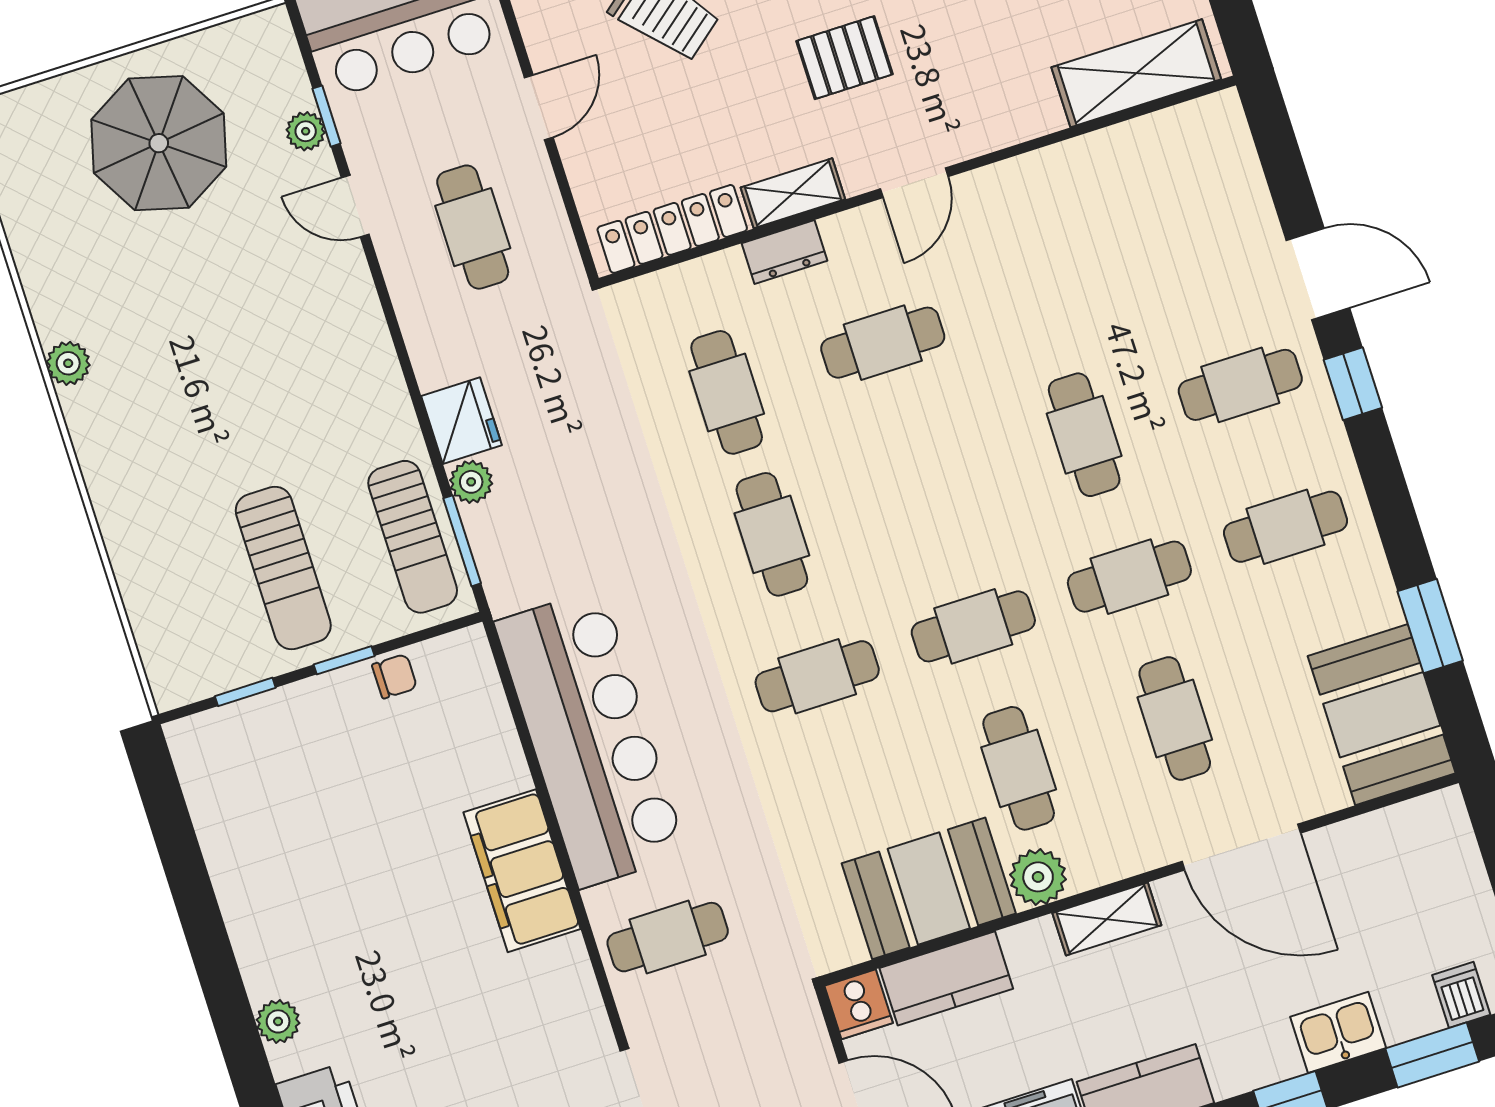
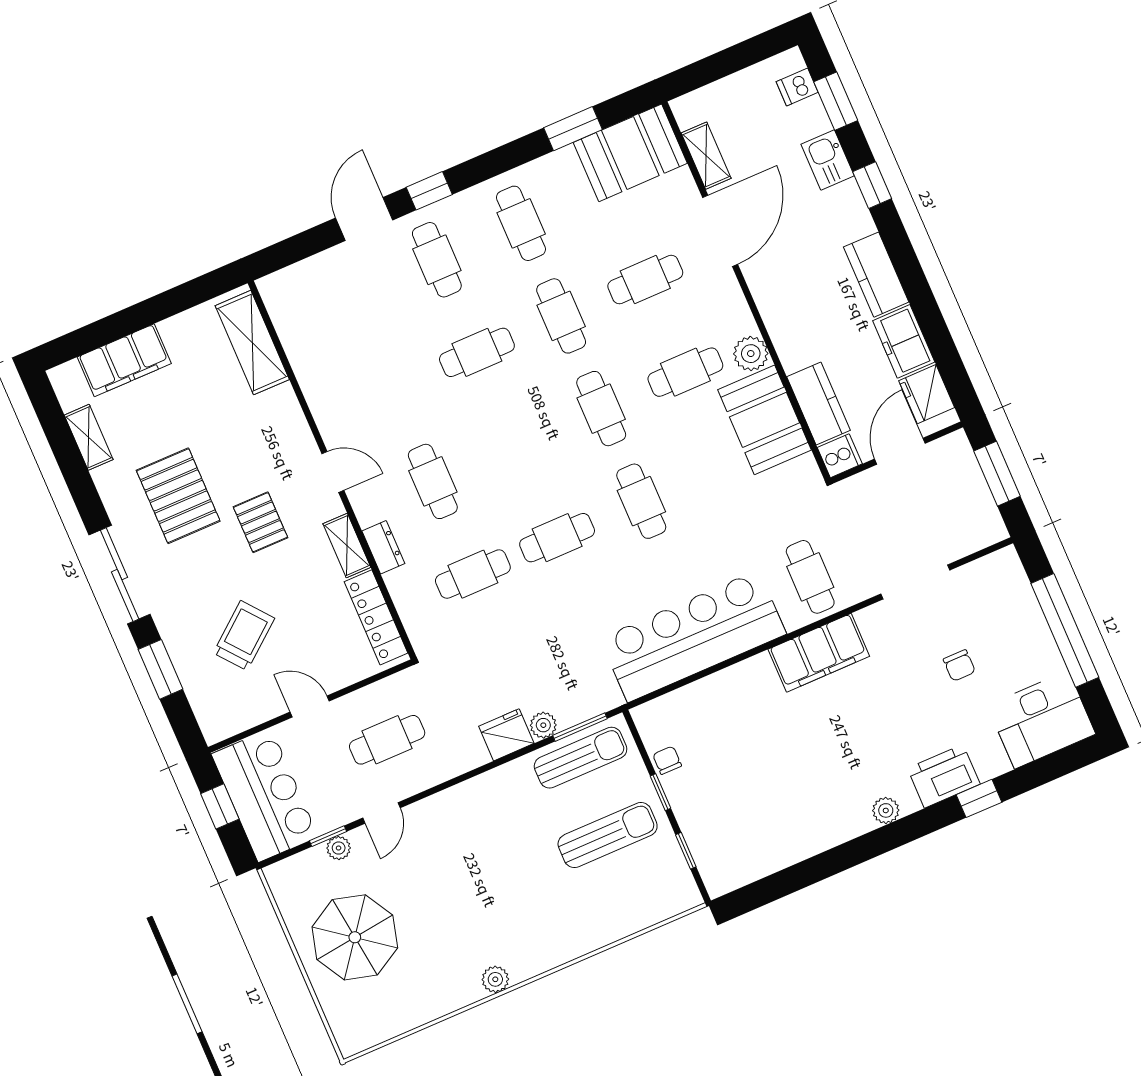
filing cabinet: (522, 871) -> (819, 653), moved
shelving: (1107, 919) -> (706, 156), moved

